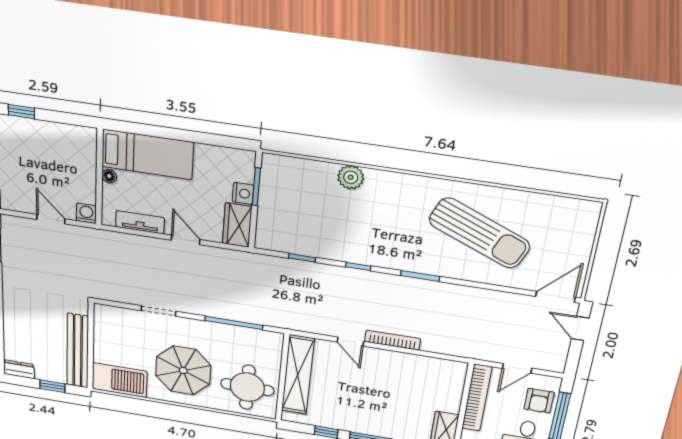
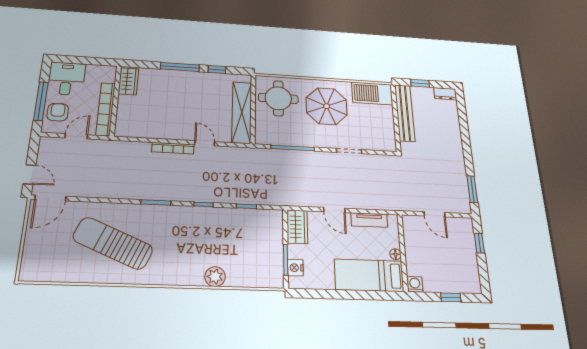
window: (21, 112) -> (451, 297), moved
nightstand: (243, 193) -> (295, 268), moved
washing machine: (86, 213) -> (415, 284), moved, turned 180

